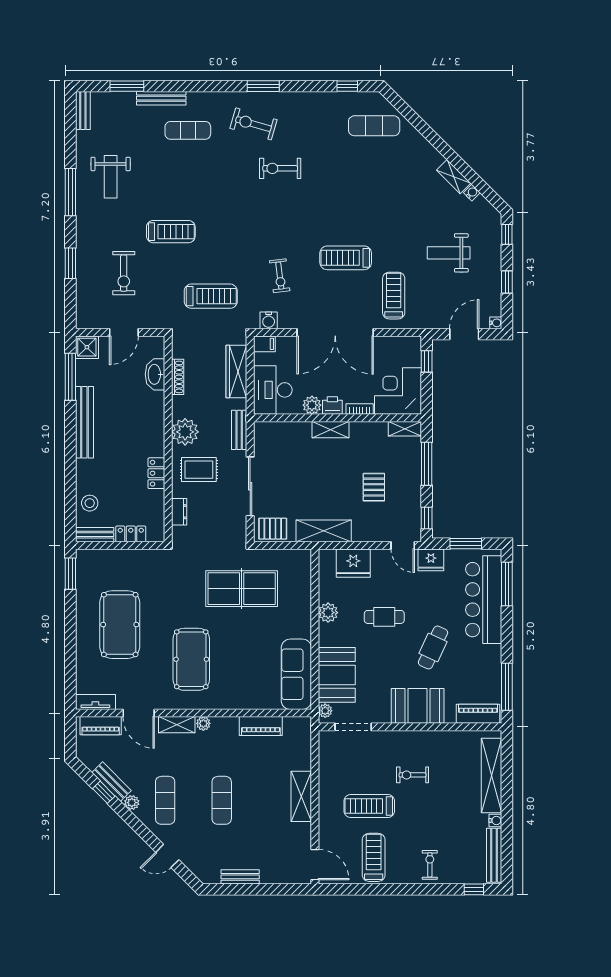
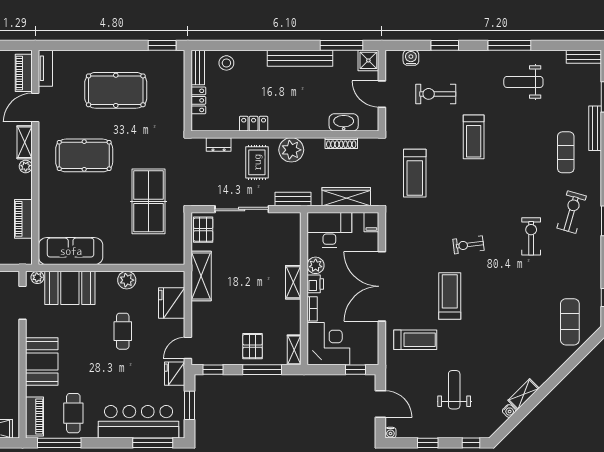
exercise bike: (280, 276) -> (468, 245), moved
water cooler: (269, 320) -> (411, 58), moved, turned 90
pallet: (374, 487) -> (253, 346), moved, turned 90
cafe table: (433, 647) -> (73, 413), moved, turned 65

